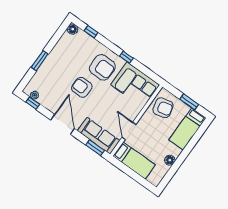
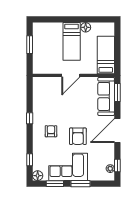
window: (55, 39) -> (55, 184), added
armchair: (102, 67) -> (51, 131), width x0.53, depth x0.53
corner sofa: (135, 85) -> (68, 167), moved, turned -90
armchair: (163, 108) -> (49, 62), removed
bed: (188, 129) -> (72, 41), moved, turned 90
door: (129, 131) -> (71, 75), moved

